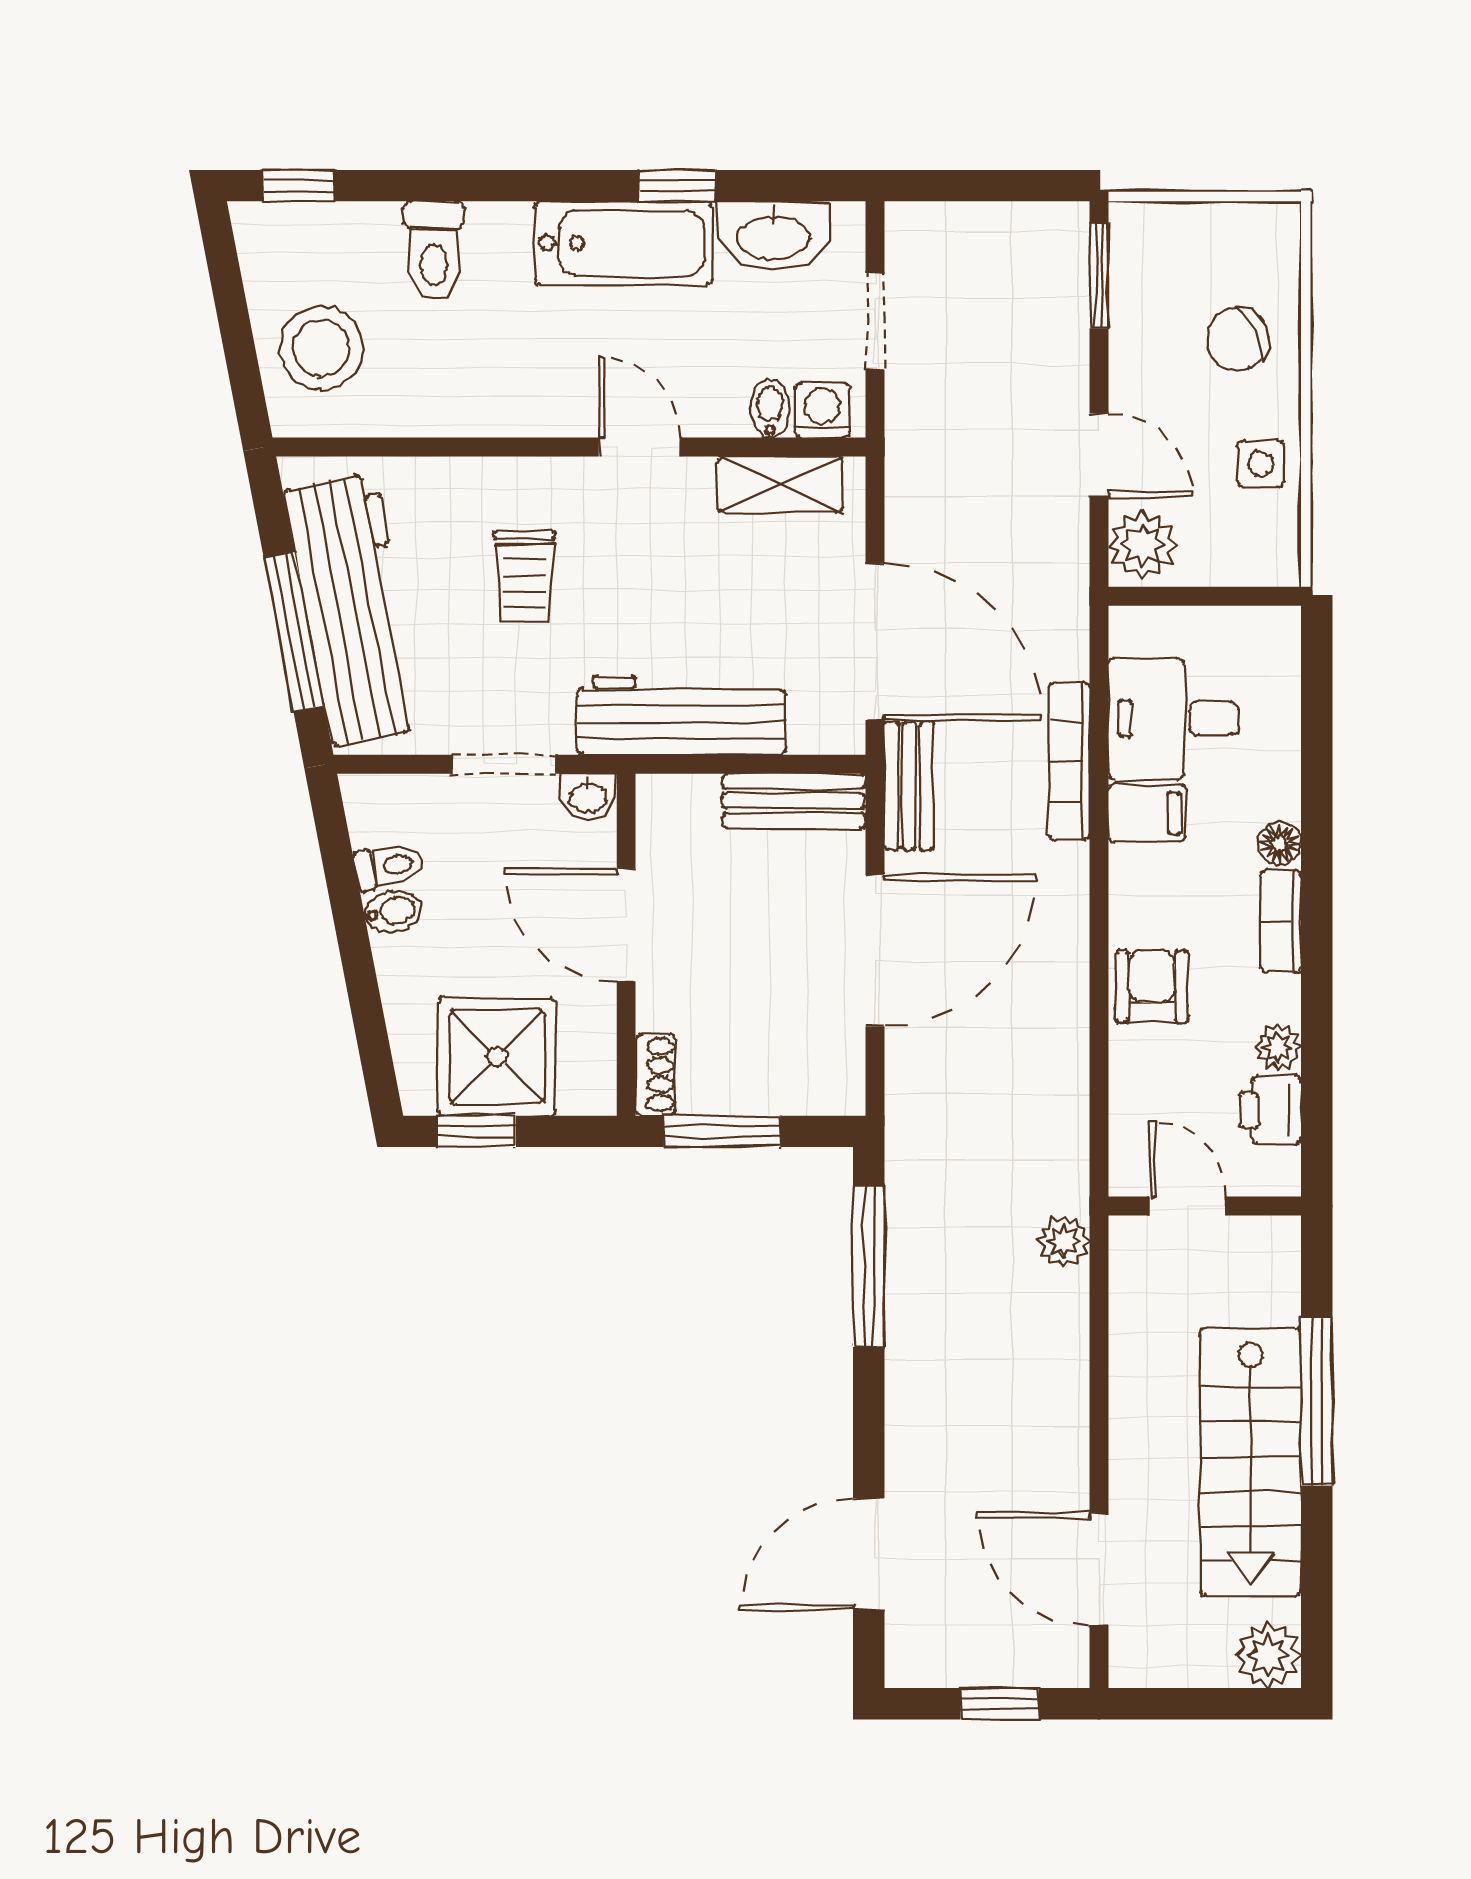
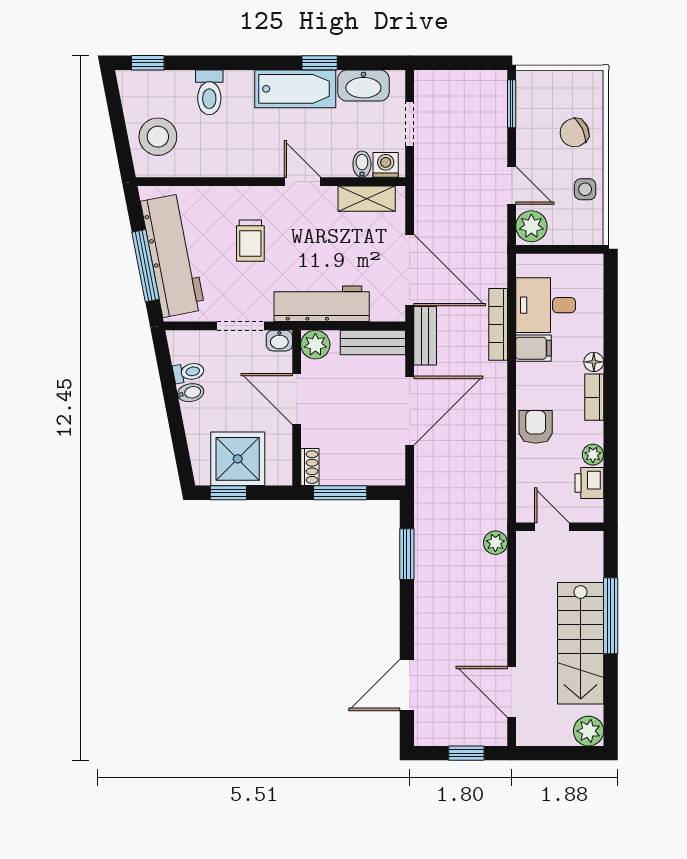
plant: (667, 806) -> (315, 345), added
window: (869, 1266) -> (407, 554), width x0.69

